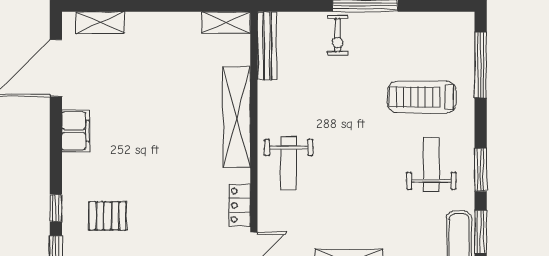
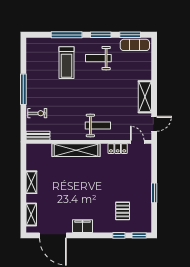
shelving: (226, 23) -> (31, 182), moved
exercise bike: (338, 35) -> (37, 113), moved
bench: (267, 46) -> (38, 136), width x0.73
window: (481, 65) -> (67, 35), moved

